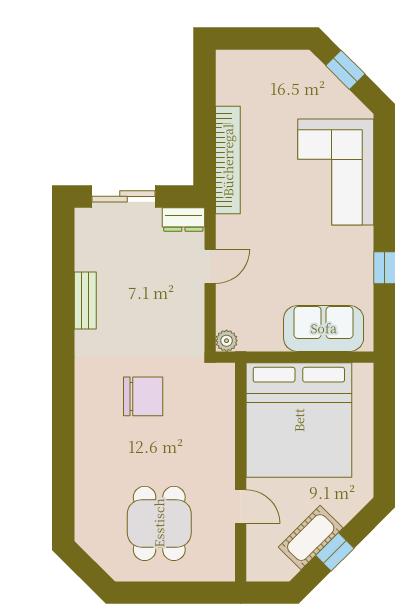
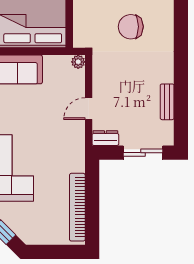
bookcase: (228, 160) -> (77, 207), moved
bench: (85, 300) -> (167, 102), moved

